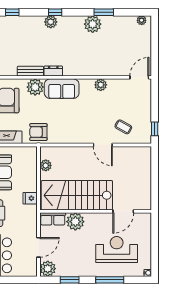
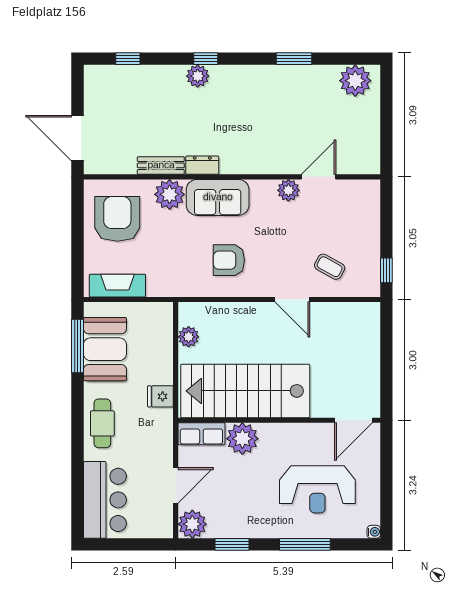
plant: (142, 20) -> (355, 81), width x1.88, depth x1.88
plant: (93, 24) -> (274, 80), removed
door: (139, 77) -> (319, 177), moved
armchair: (38, 132) -> (229, 260), moved
door: (123, 211) -> (353, 420), moved
reception desk: (117, 249) -> (317, 489), turned 180

